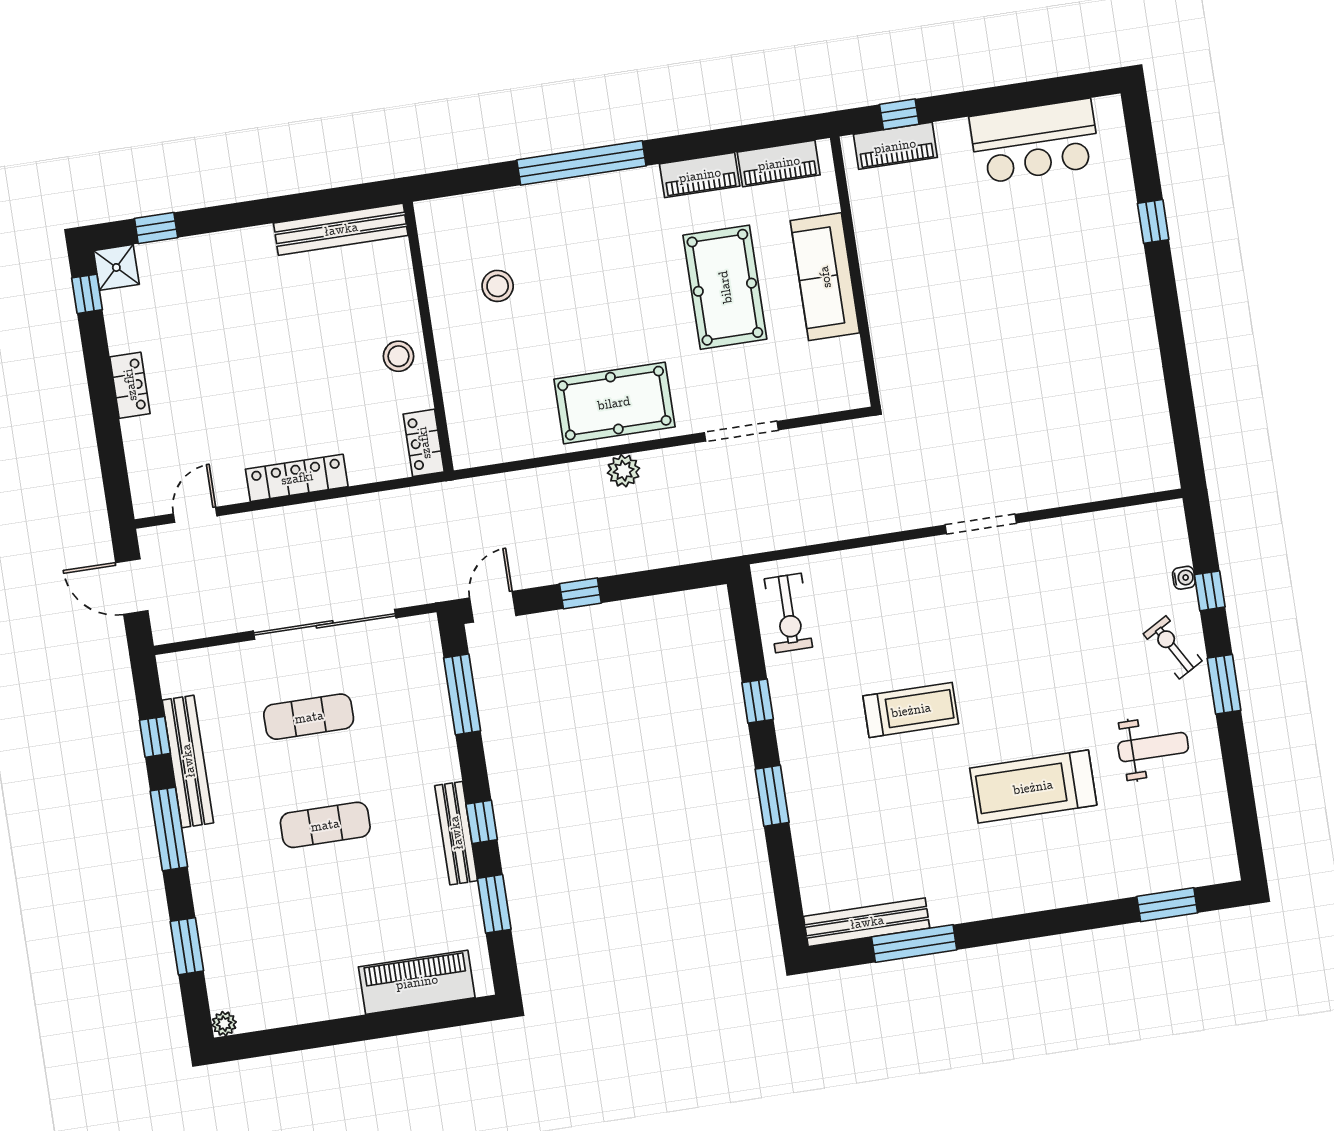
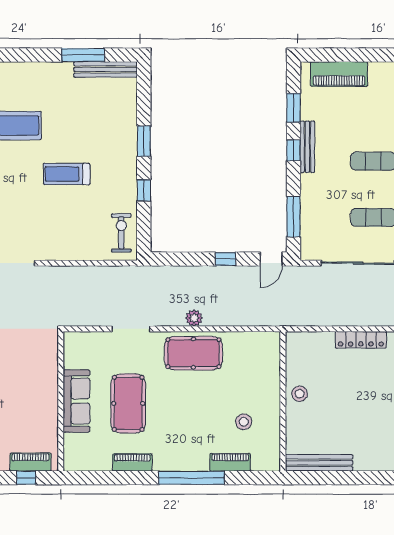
piano: (779, 163) -> (230, 462), moved
locker: (424, 443) -> (294, 348), removed

